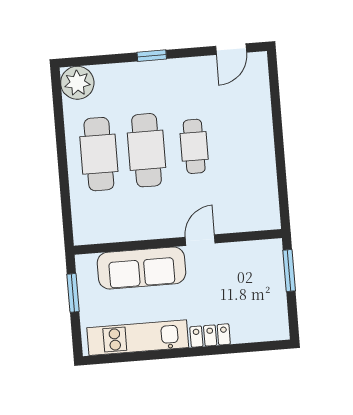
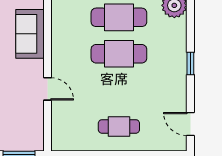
cafe table: (194, 146) -> (119, 126), moved
sofa: (141, 268) -> (30, 34), width x0.73

